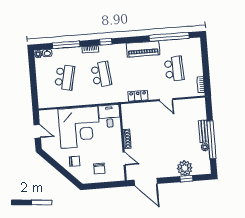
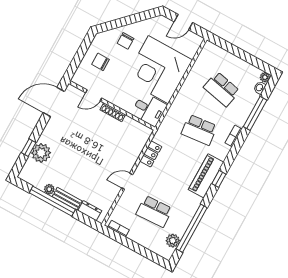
window: (106, 42) -> (219, 179), moved
plant: (185, 44) -> (173, 241), added
piano: (143, 49) -> (206, 176), moved
dresser: (201, 111) -> (90, 211), added

